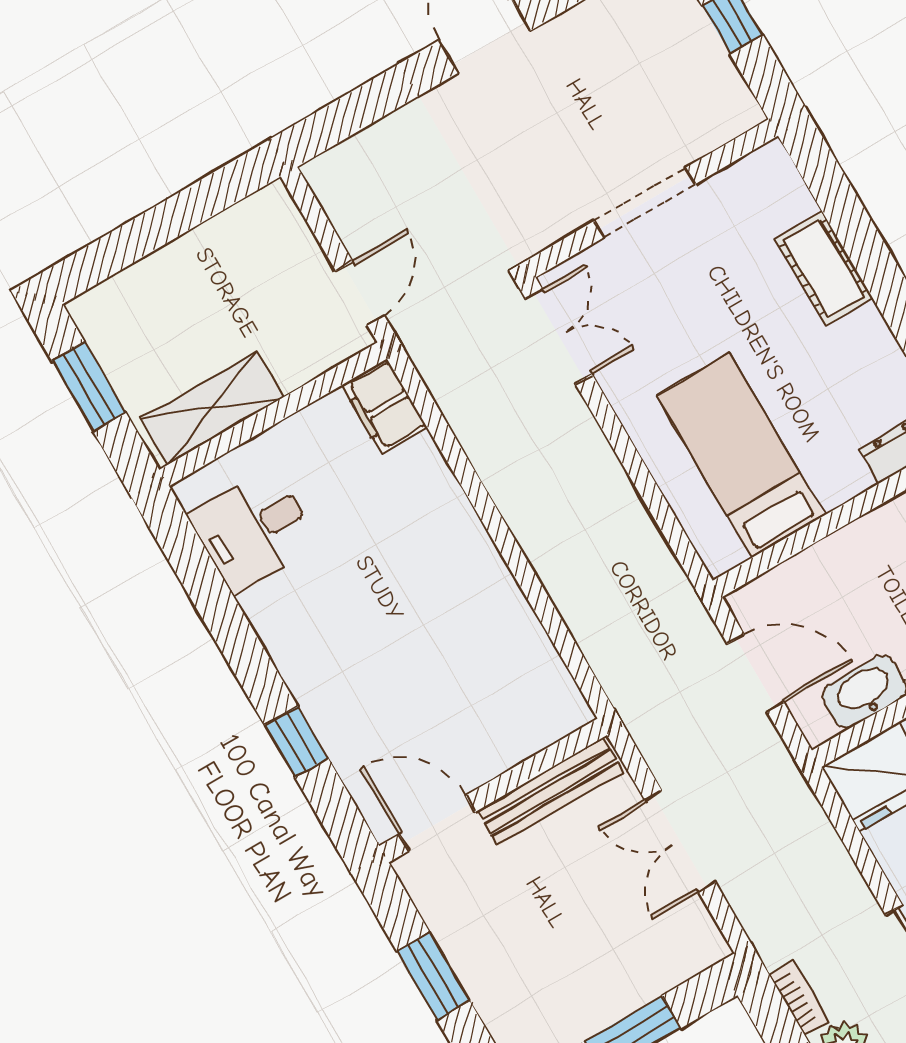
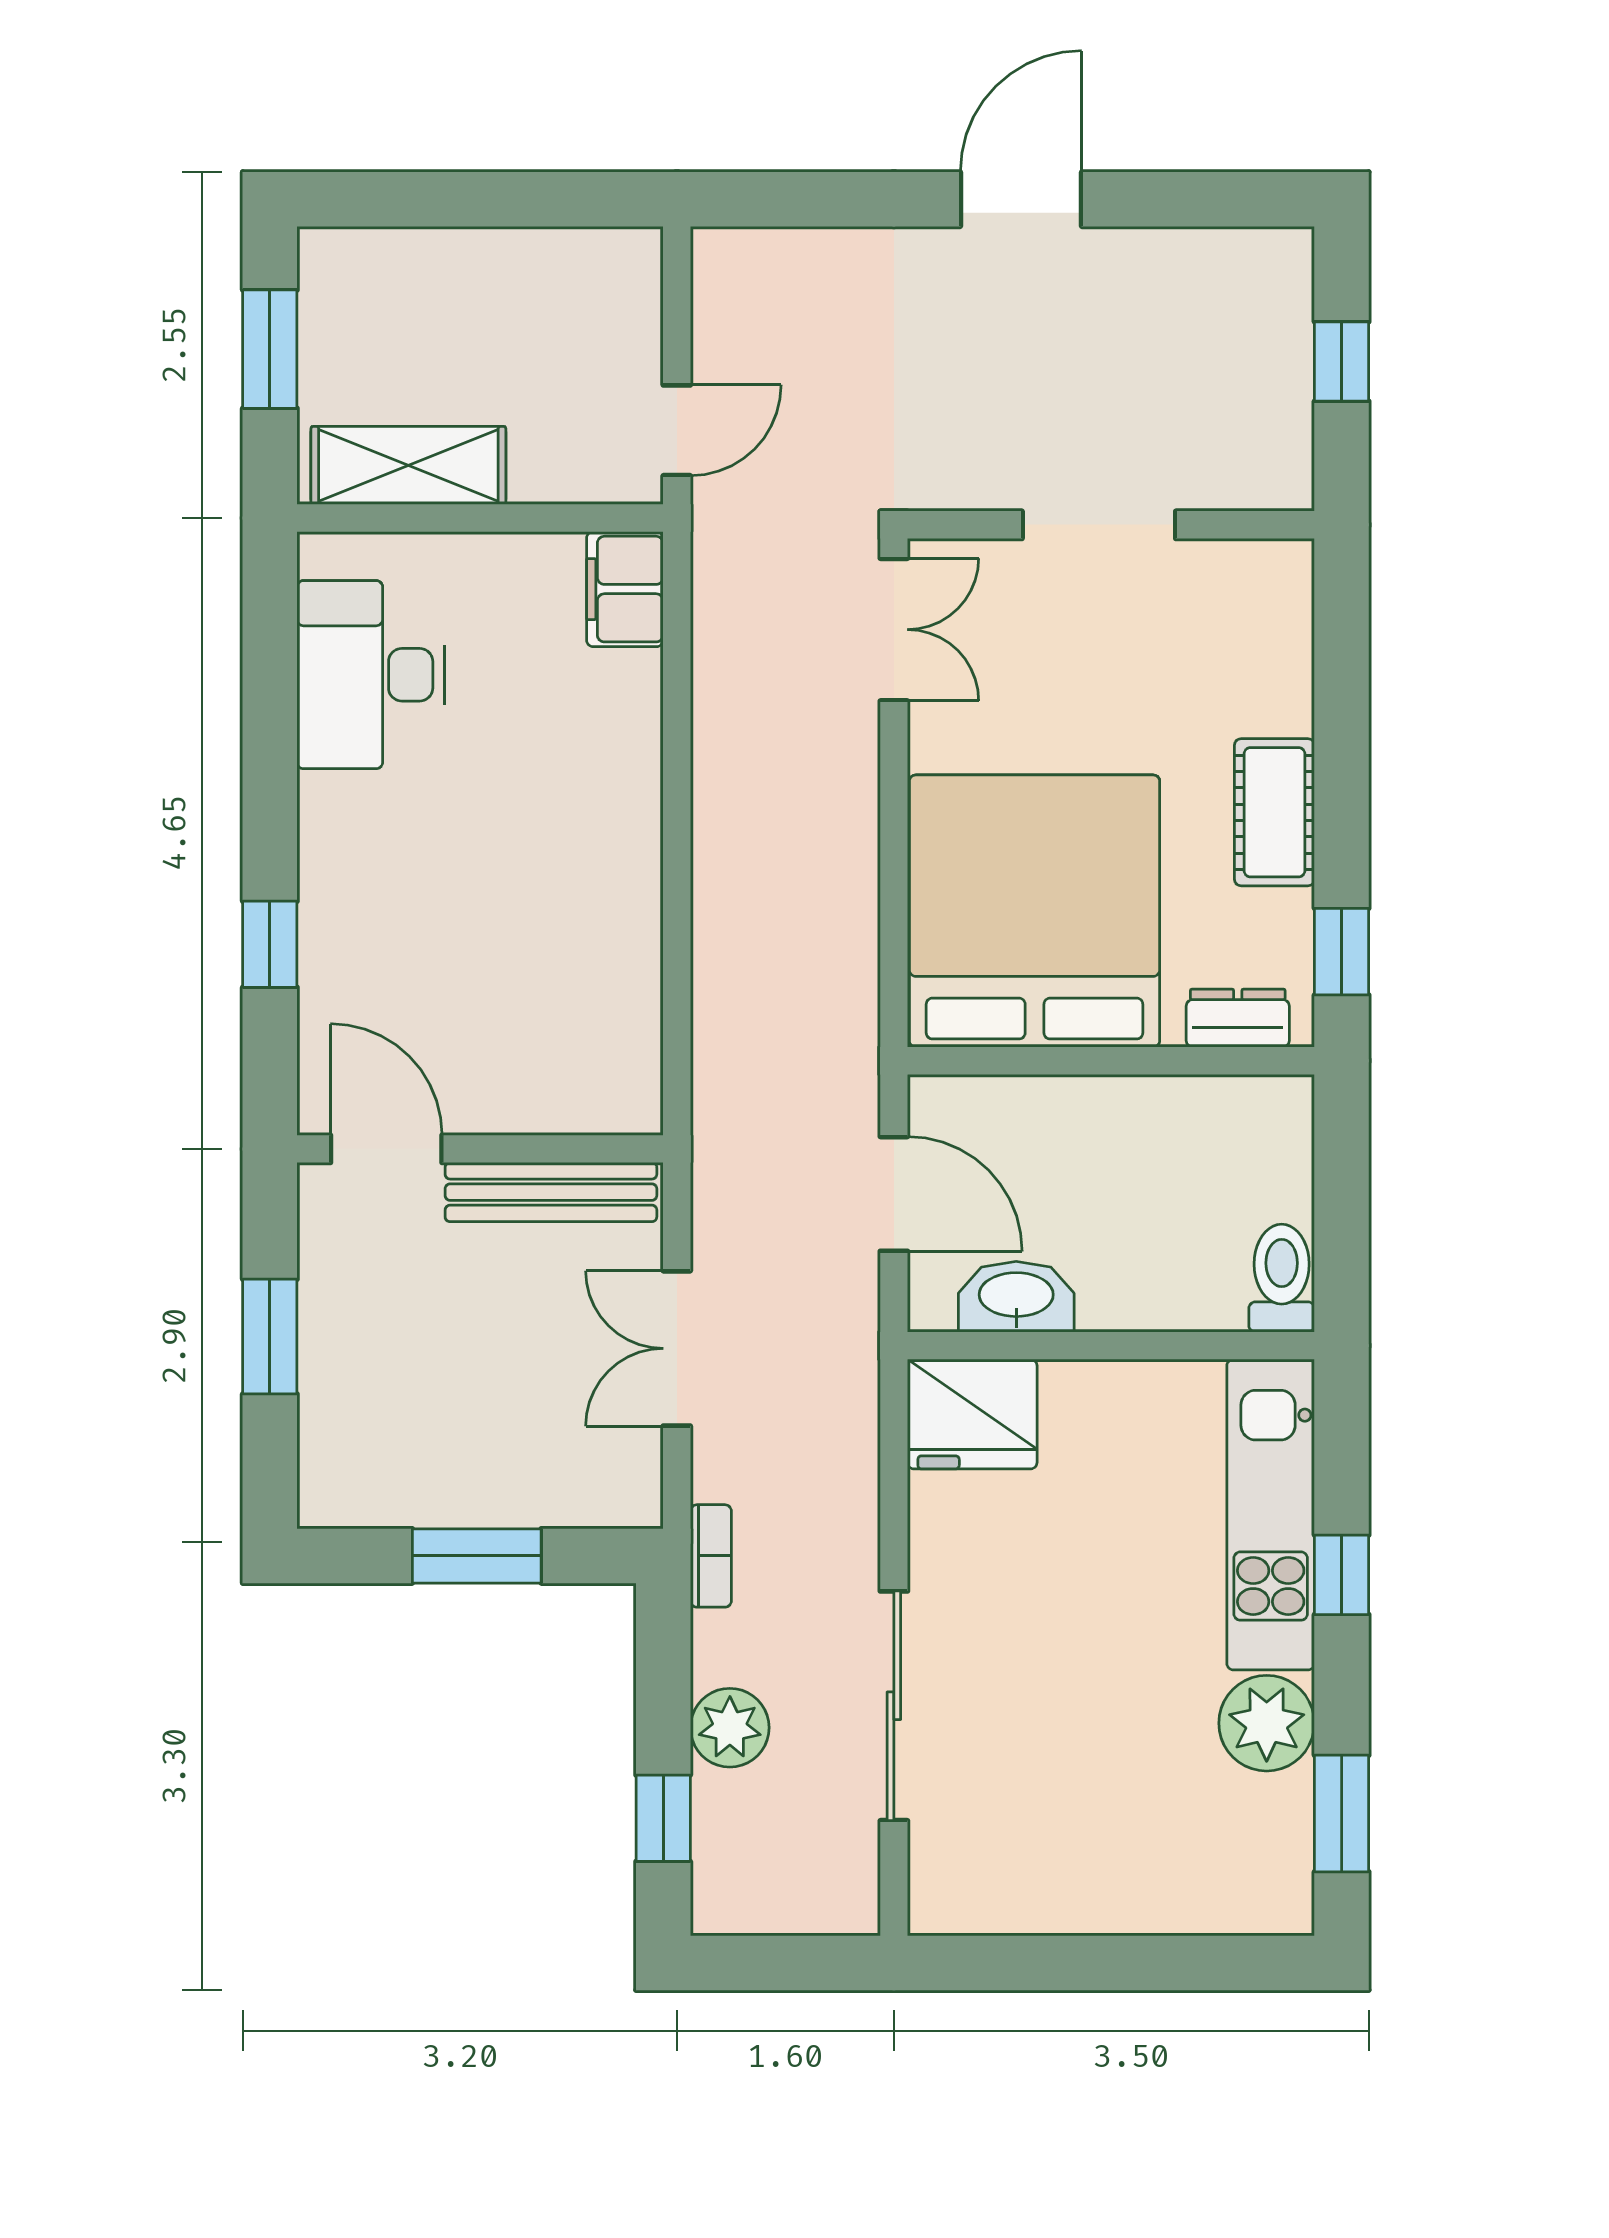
cot: (824, 268) -> (1274, 812), moved
bed: (741, 455) -> (1035, 911), width x2.04
desk: (254, 530) -> (371, 675), width x1.37
bookcase: (799, 998) -> (711, 1556), moved

